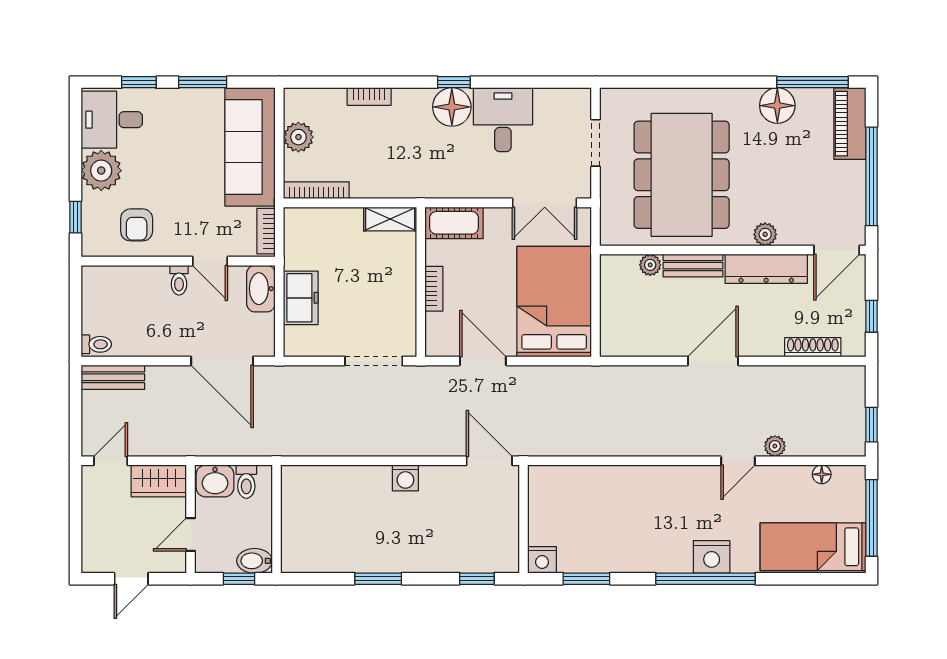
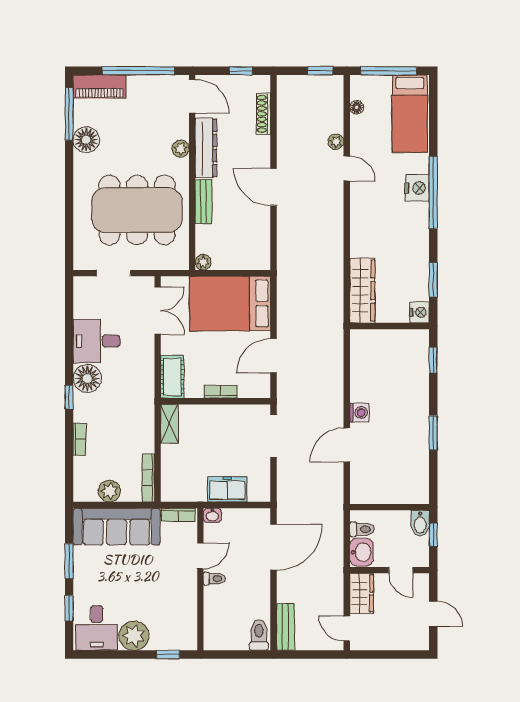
window: (454, 82) -> (69, 397), moved
armchair: (137, 225) -> (174, 610), removed
plant: (650, 265) -> (203, 262), moved
washbasin: (261, 289) -> (212, 515), width x0.52, depth x0.69
toilet: (96, 344) -> (259, 635), width x1.37, depth x1.39
door: (489, 461) -> (347, 445), moved
wardrobe: (572, 482) -> (362, 291), added

